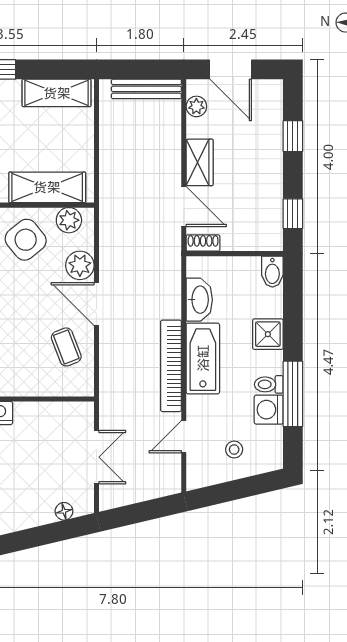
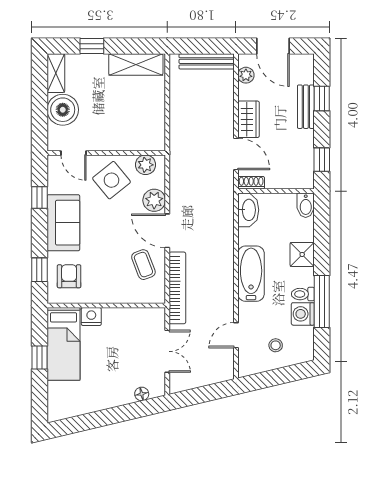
bench: (273, 146) -> (306, 107), added
shelving: (47, 187) -> (128, 139), removed
washbasin: (199, 300) -> (248, 210), moved
bookcase: (171, 366) -> (177, 288), moved, turned 180

